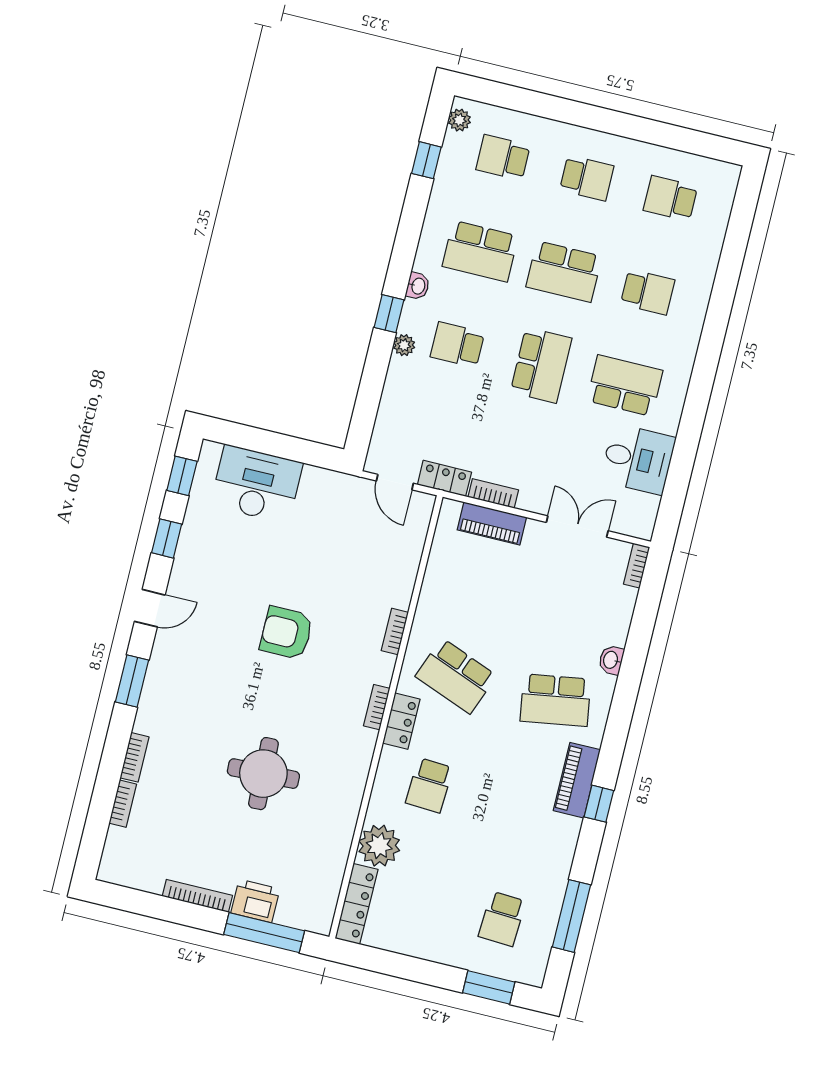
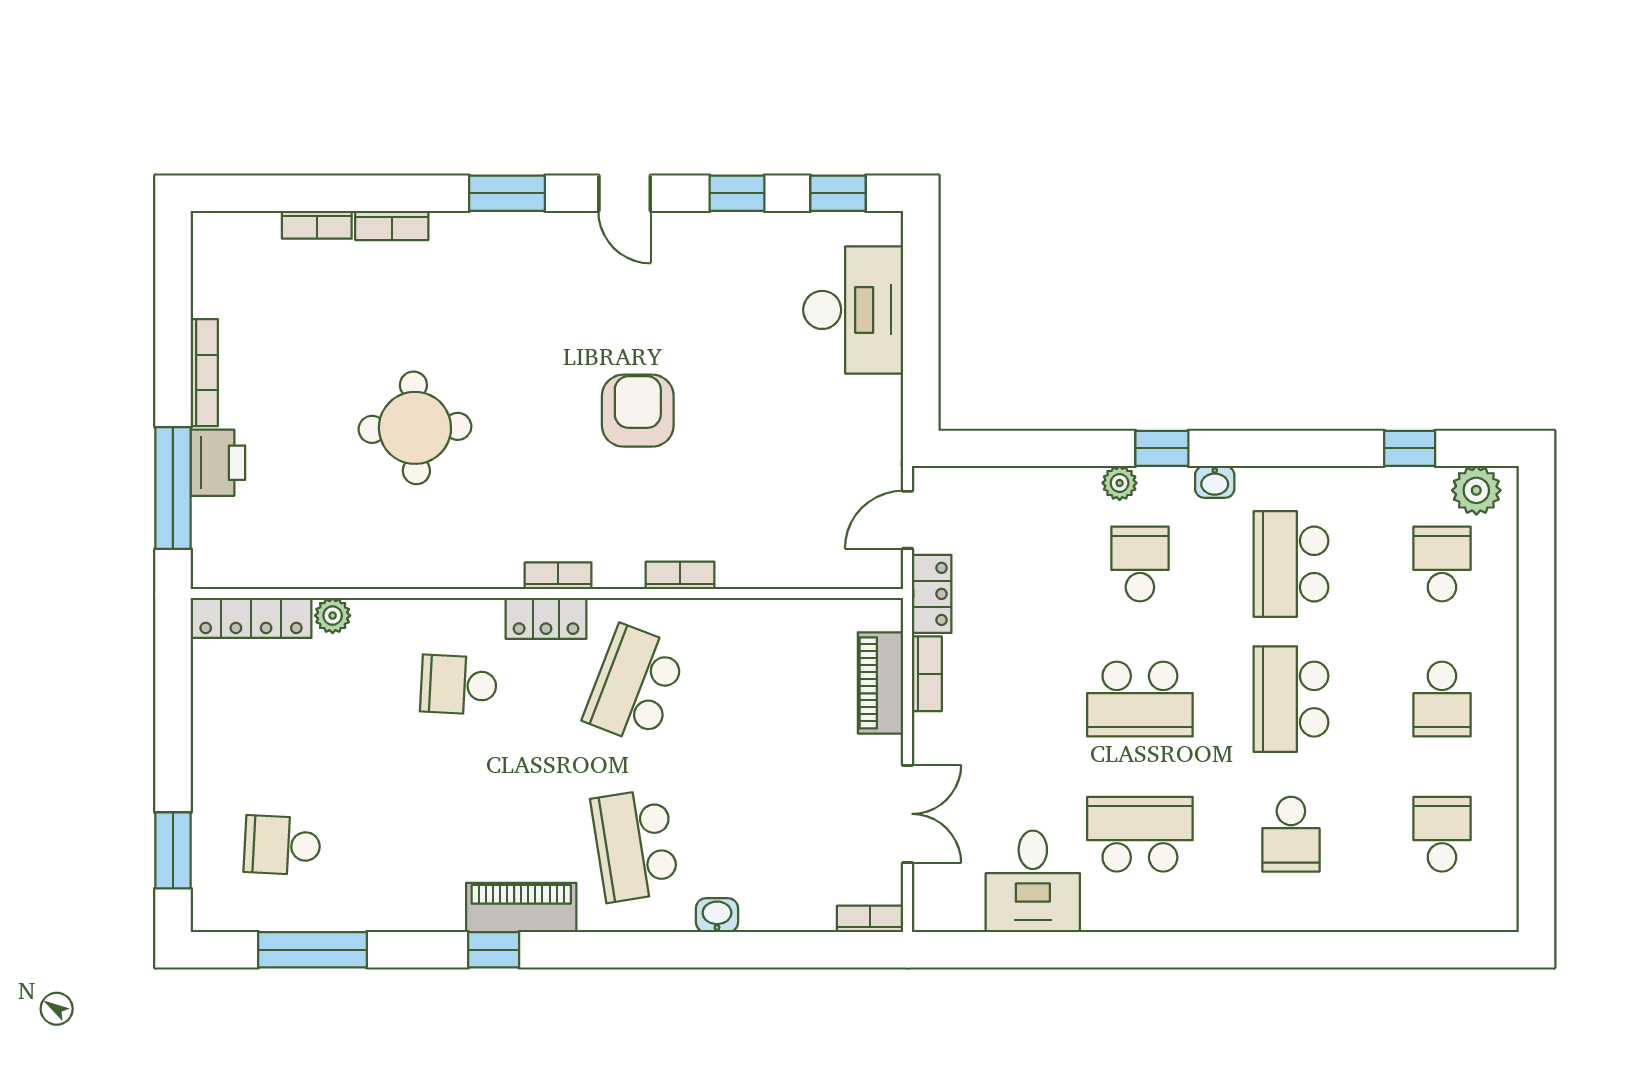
plant: (459, 120) -> (1476, 490), width x1.38, depth x1.38
school desk: (625, 386) -> (1140, 834), turned -90
plant: (379, 846) -> (333, 616), width x0.53, depth x0.53

